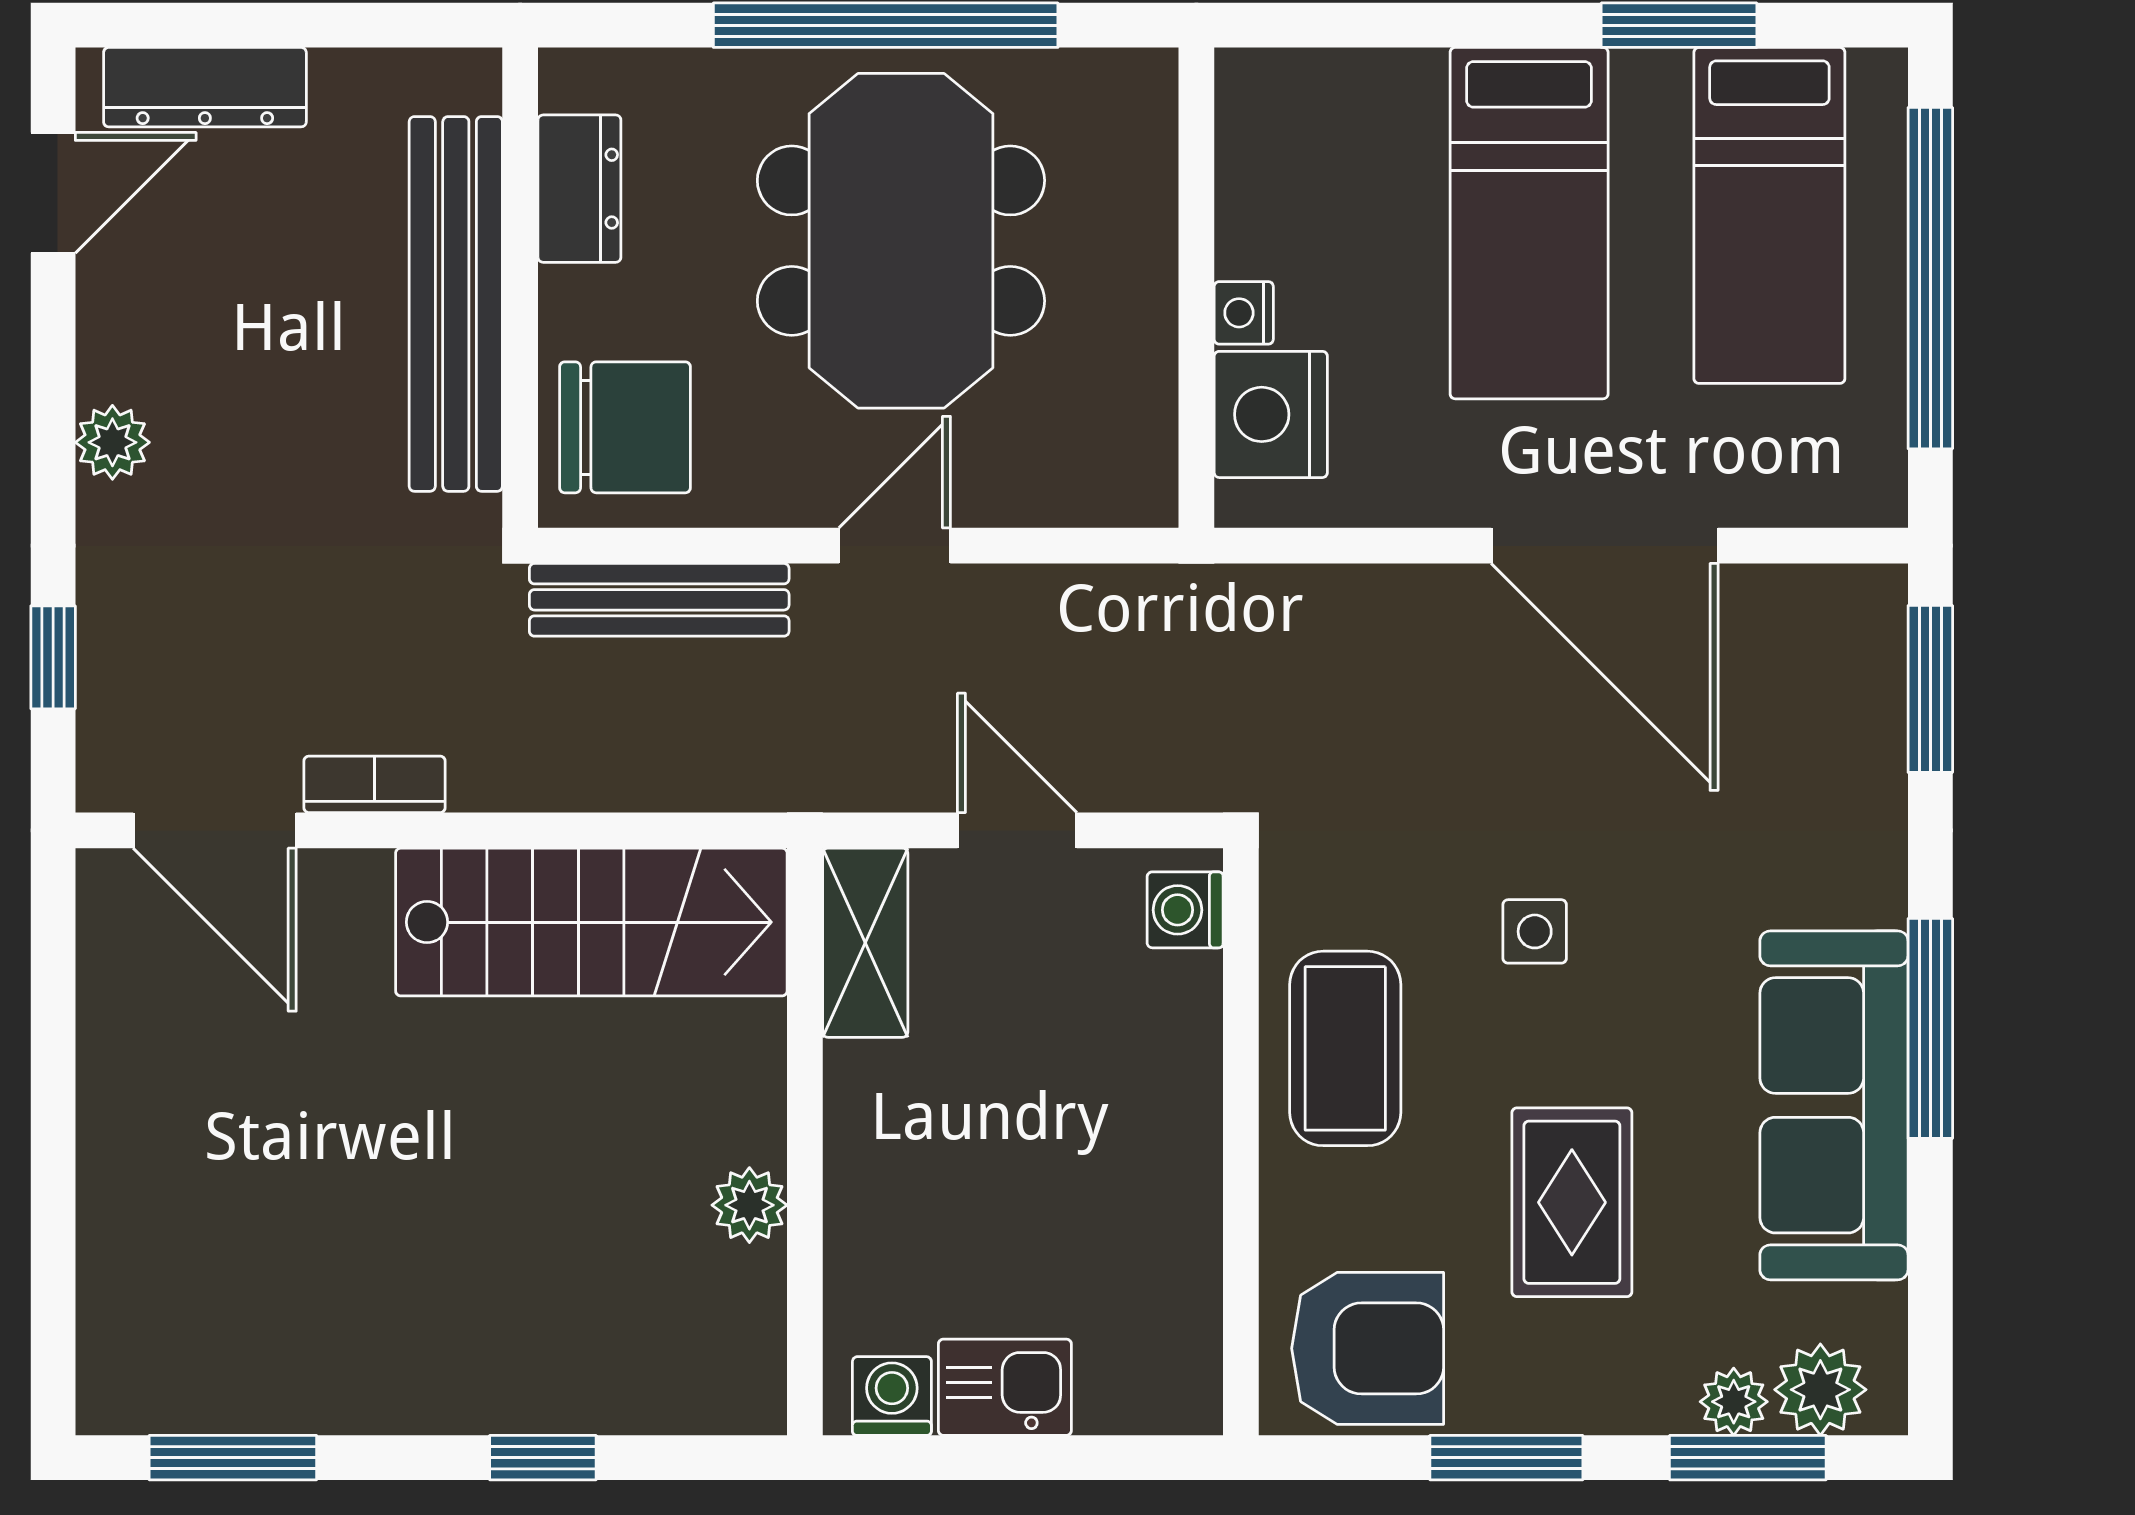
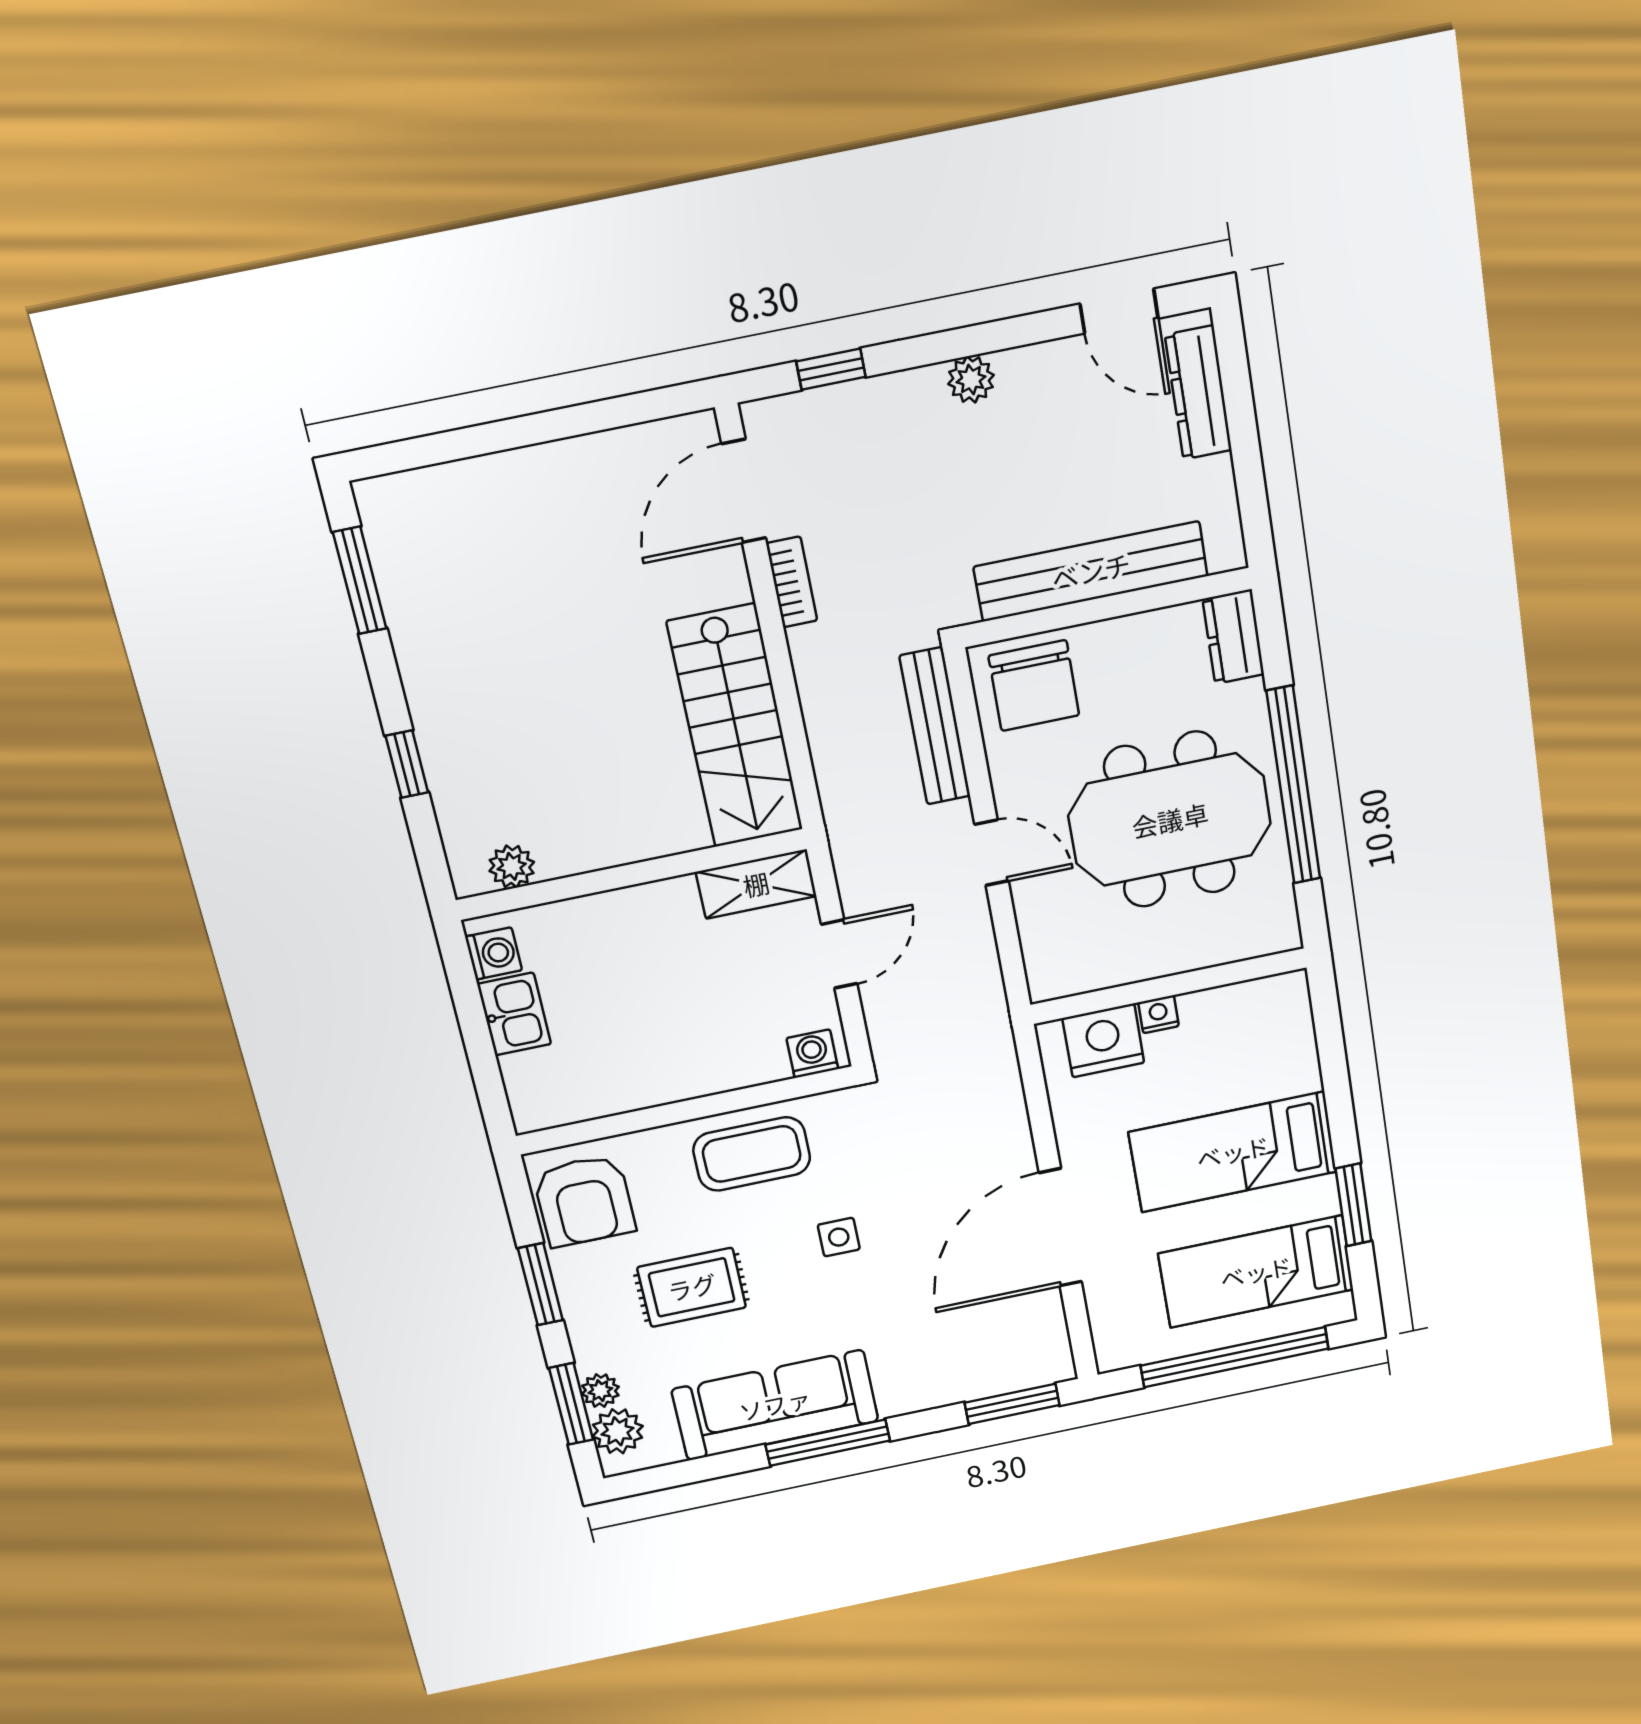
dresser: (579, 189) -> (1233, 637), moved, turned 90
plant: (749, 1205) -> (512, 866), moved

